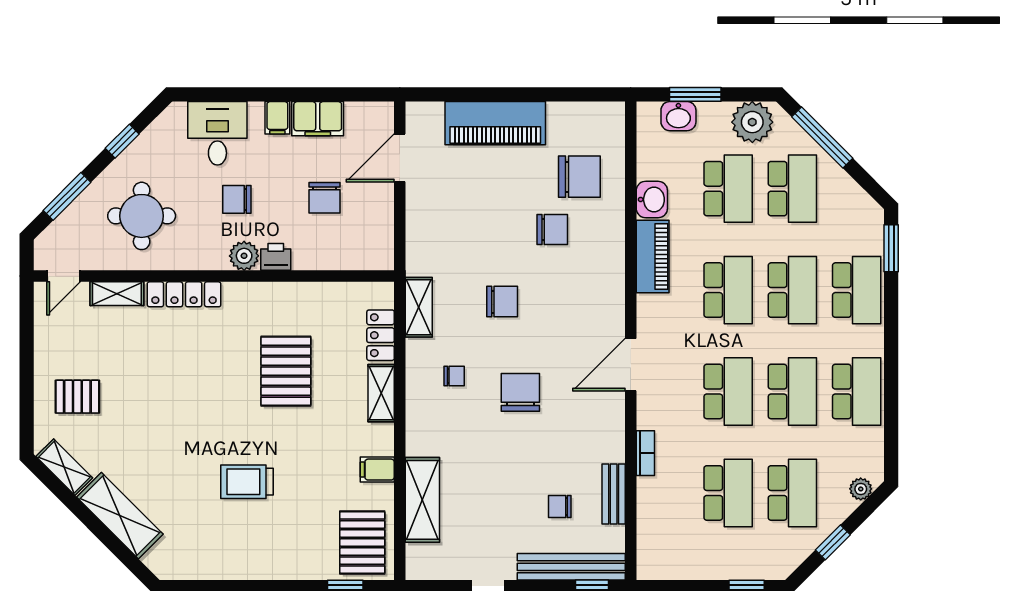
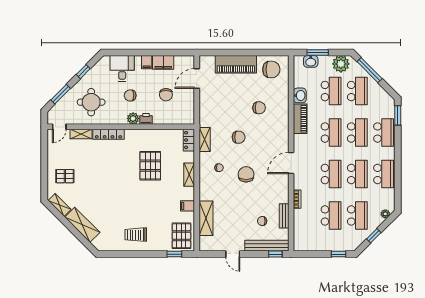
chair: (579, 177) -> (271, 69), moved
locker: (381, 335) -> (189, 140), moved
trolley: (247, 482) -> (136, 235), moved

